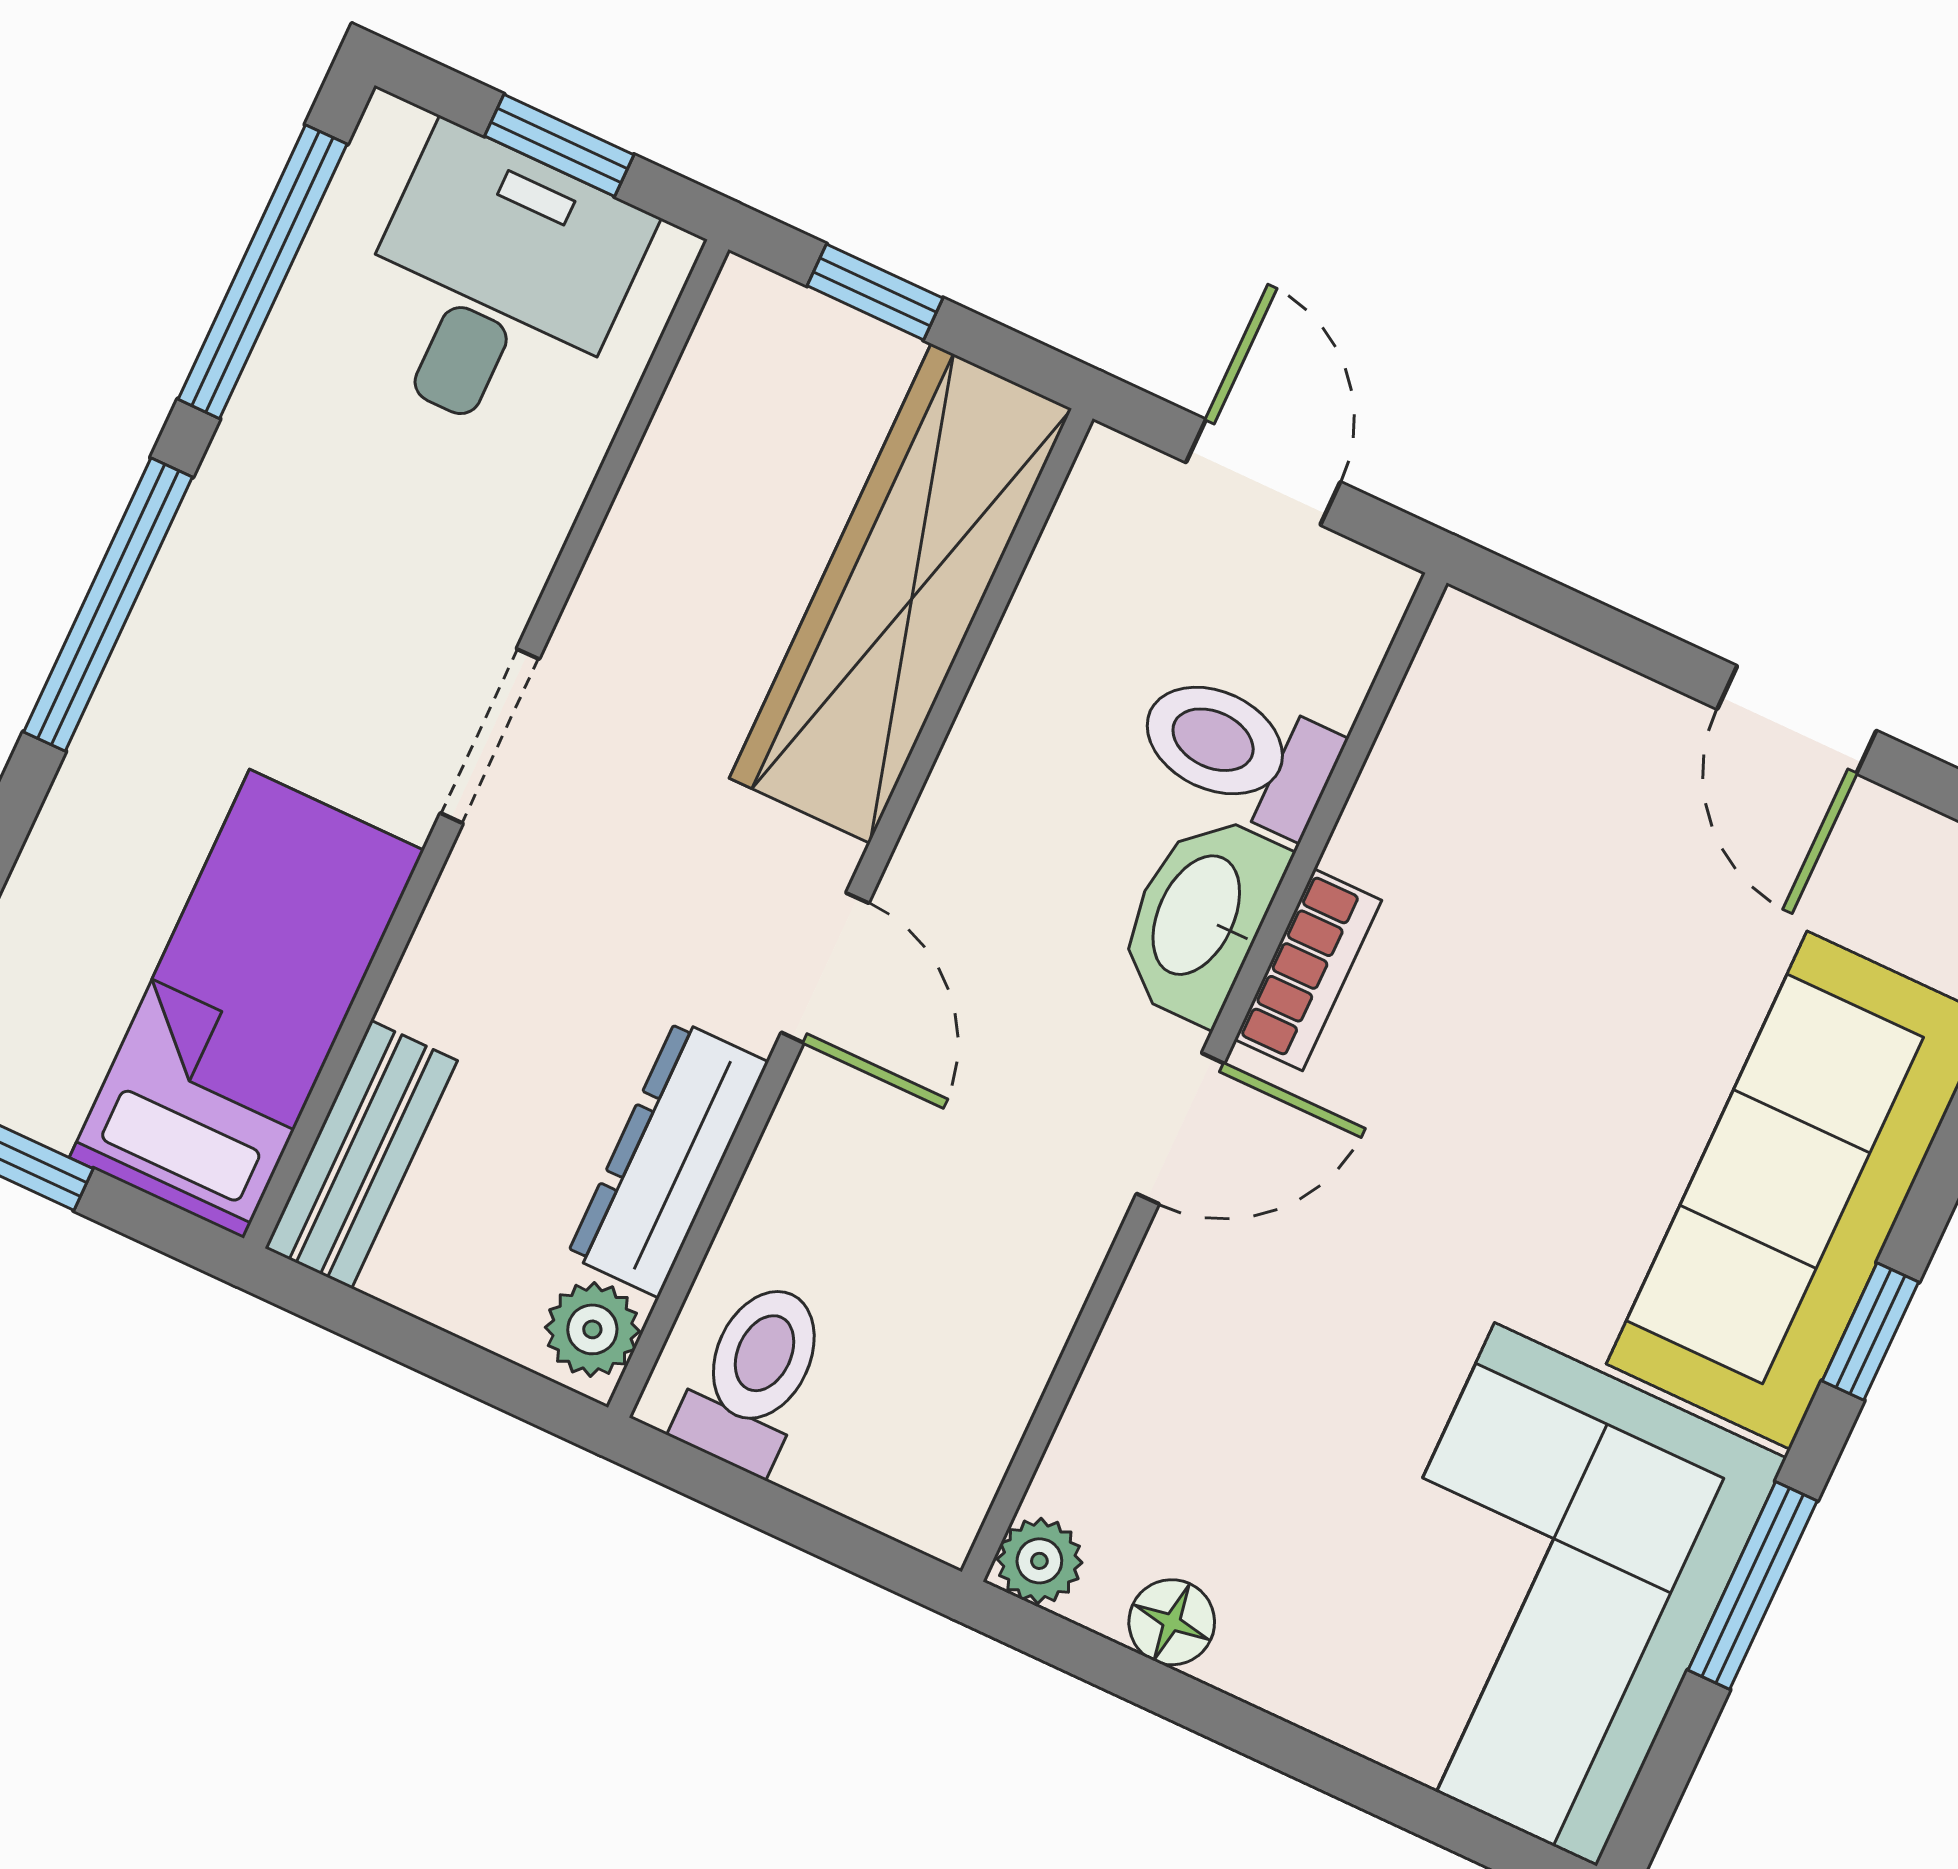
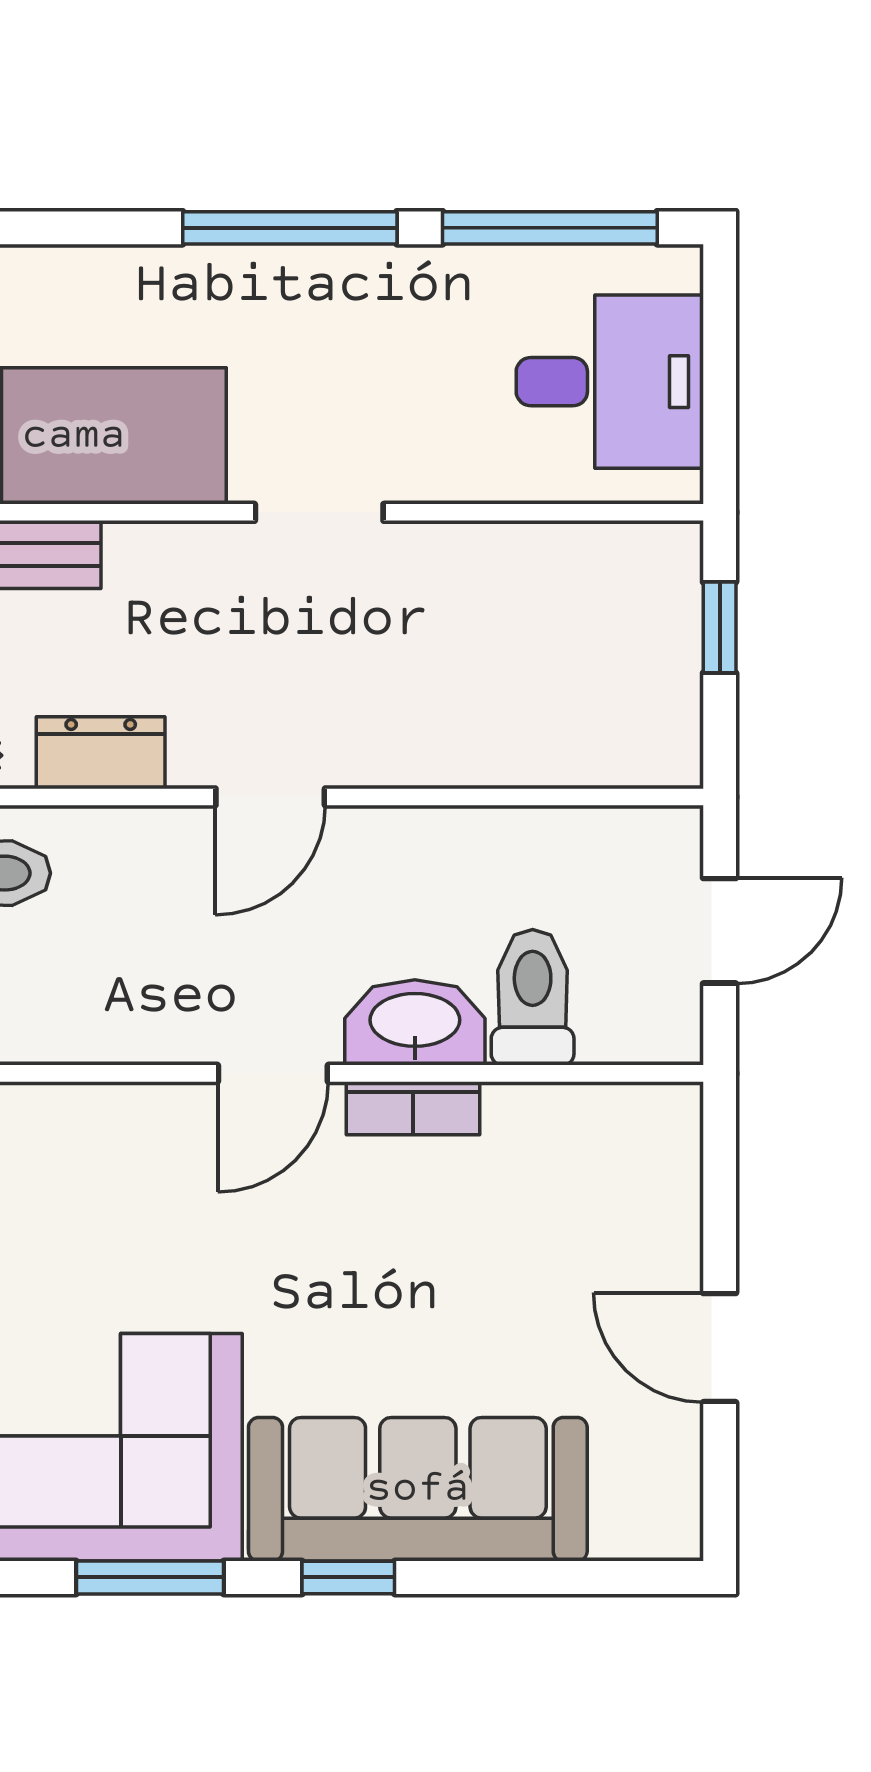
window: (559, 145) -> (720, 381), removed
wardrobe: (901, 593) -> (533, 734), removed
door: (1797, 720) -> (720, 1348), hinge flipped
door: (1180, 1129) -> (273, 1073), hinge flipped
dresser: (668, 1158) -> (101, 753), width x0.70

